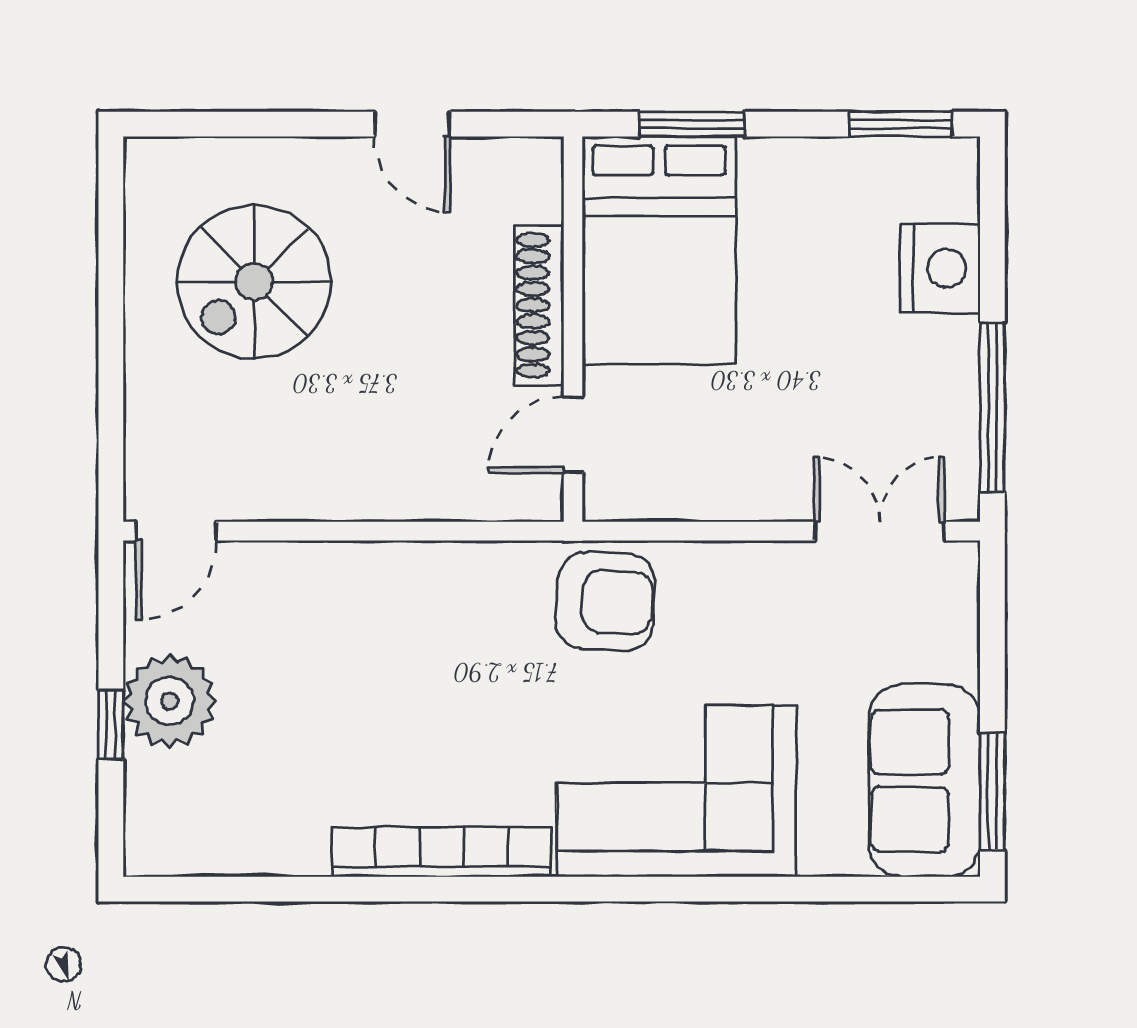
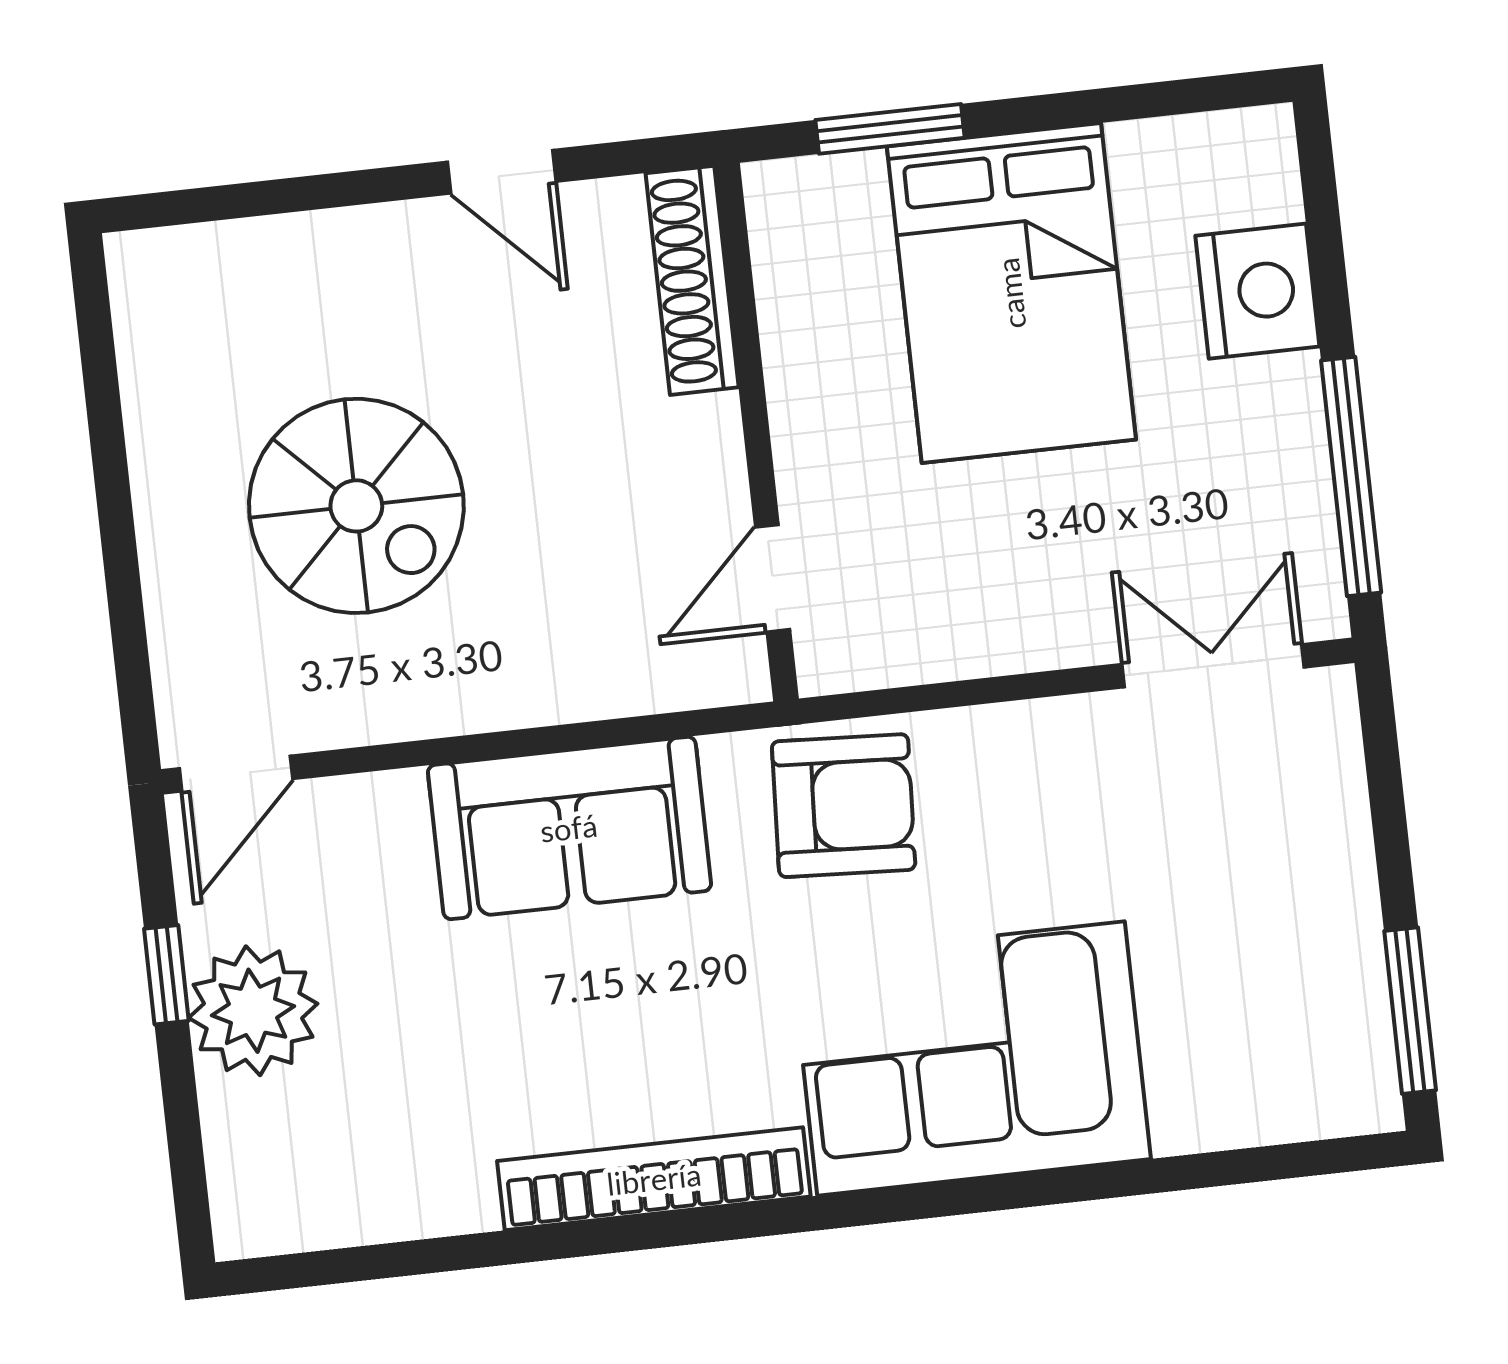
window: (901, 124) -> (1180, 97), removed
bed: (659, 250) -> (1011, 293), moved
spiral stairs: (254, 282) -> (356, 506), moved, turned -90
shoe rack: (539, 305) -> (692, 280), moved
window: (111, 725) -> (166, 975), moved
sofa: (924, 781) -> (569, 828), moved, turned -90

